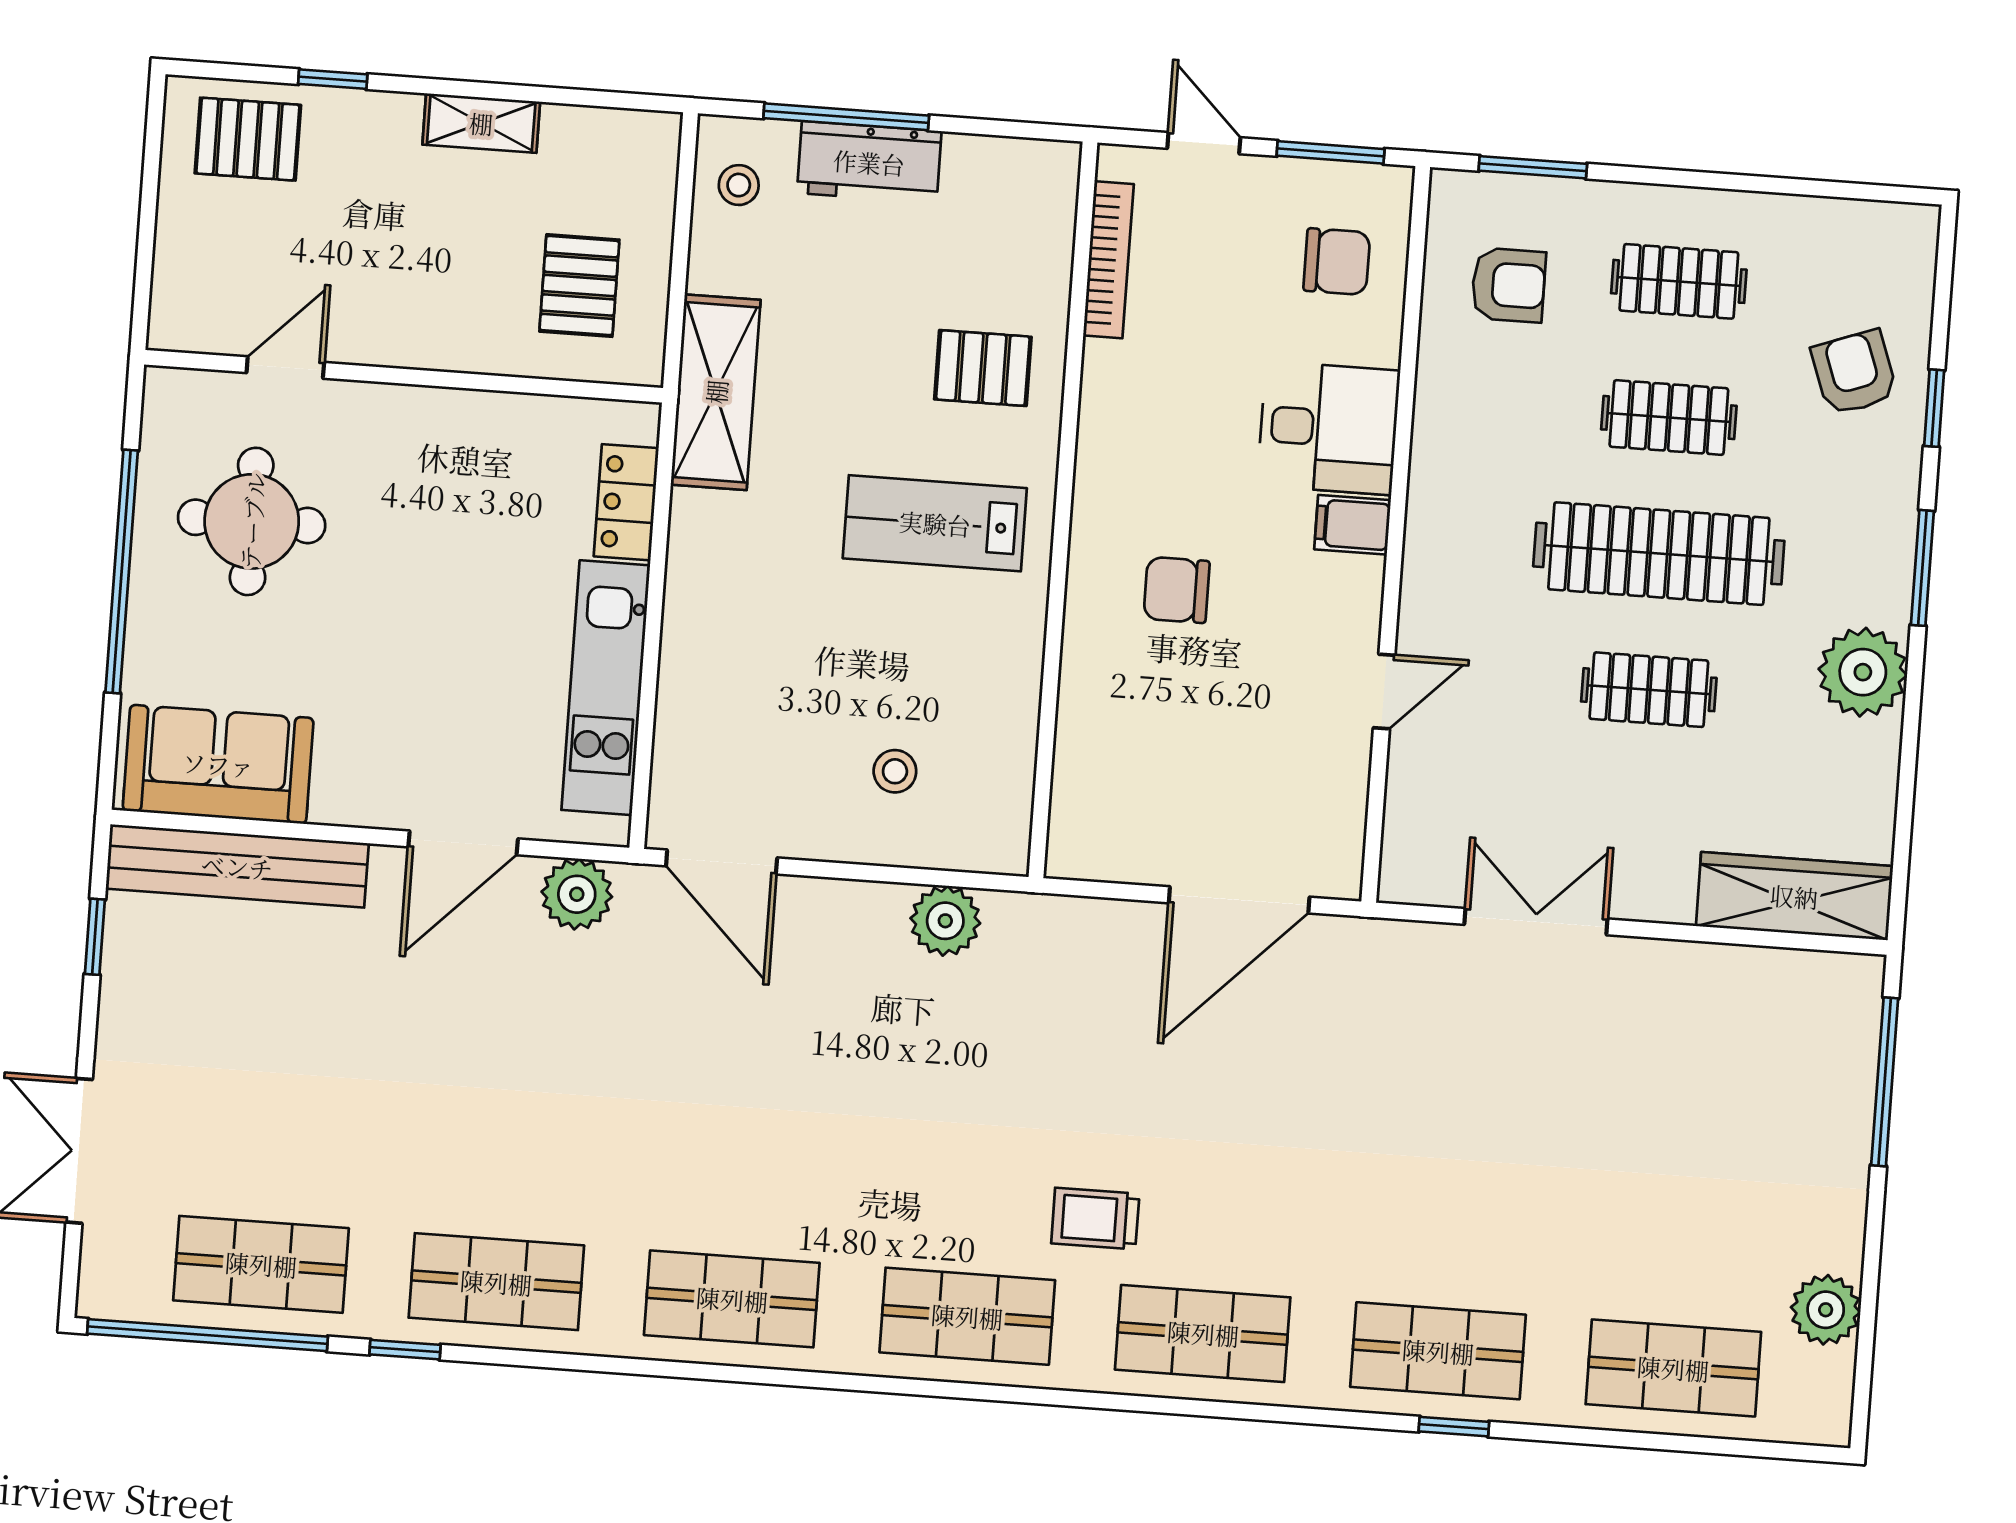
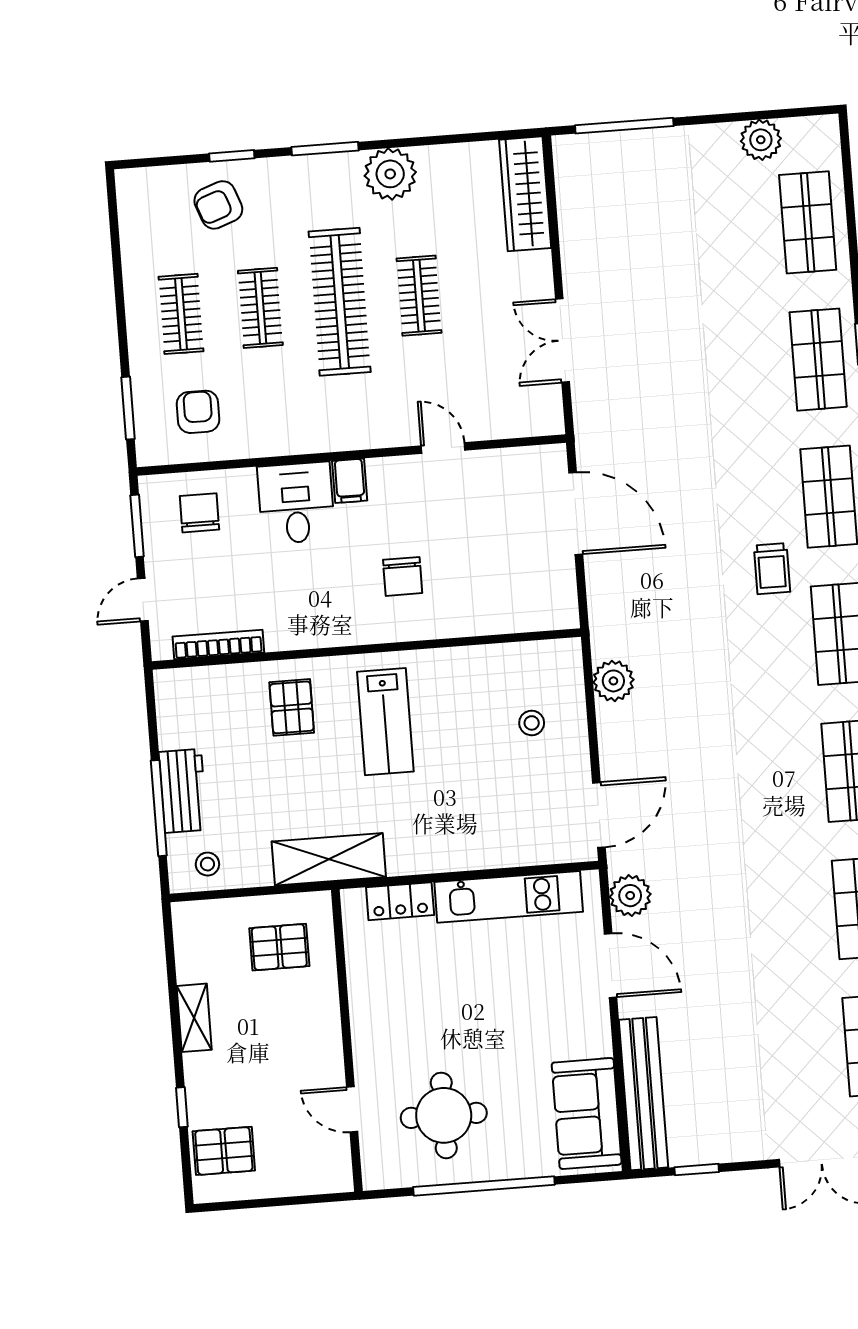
pallet: (248, 139) -> (224, 1151), turned 90

